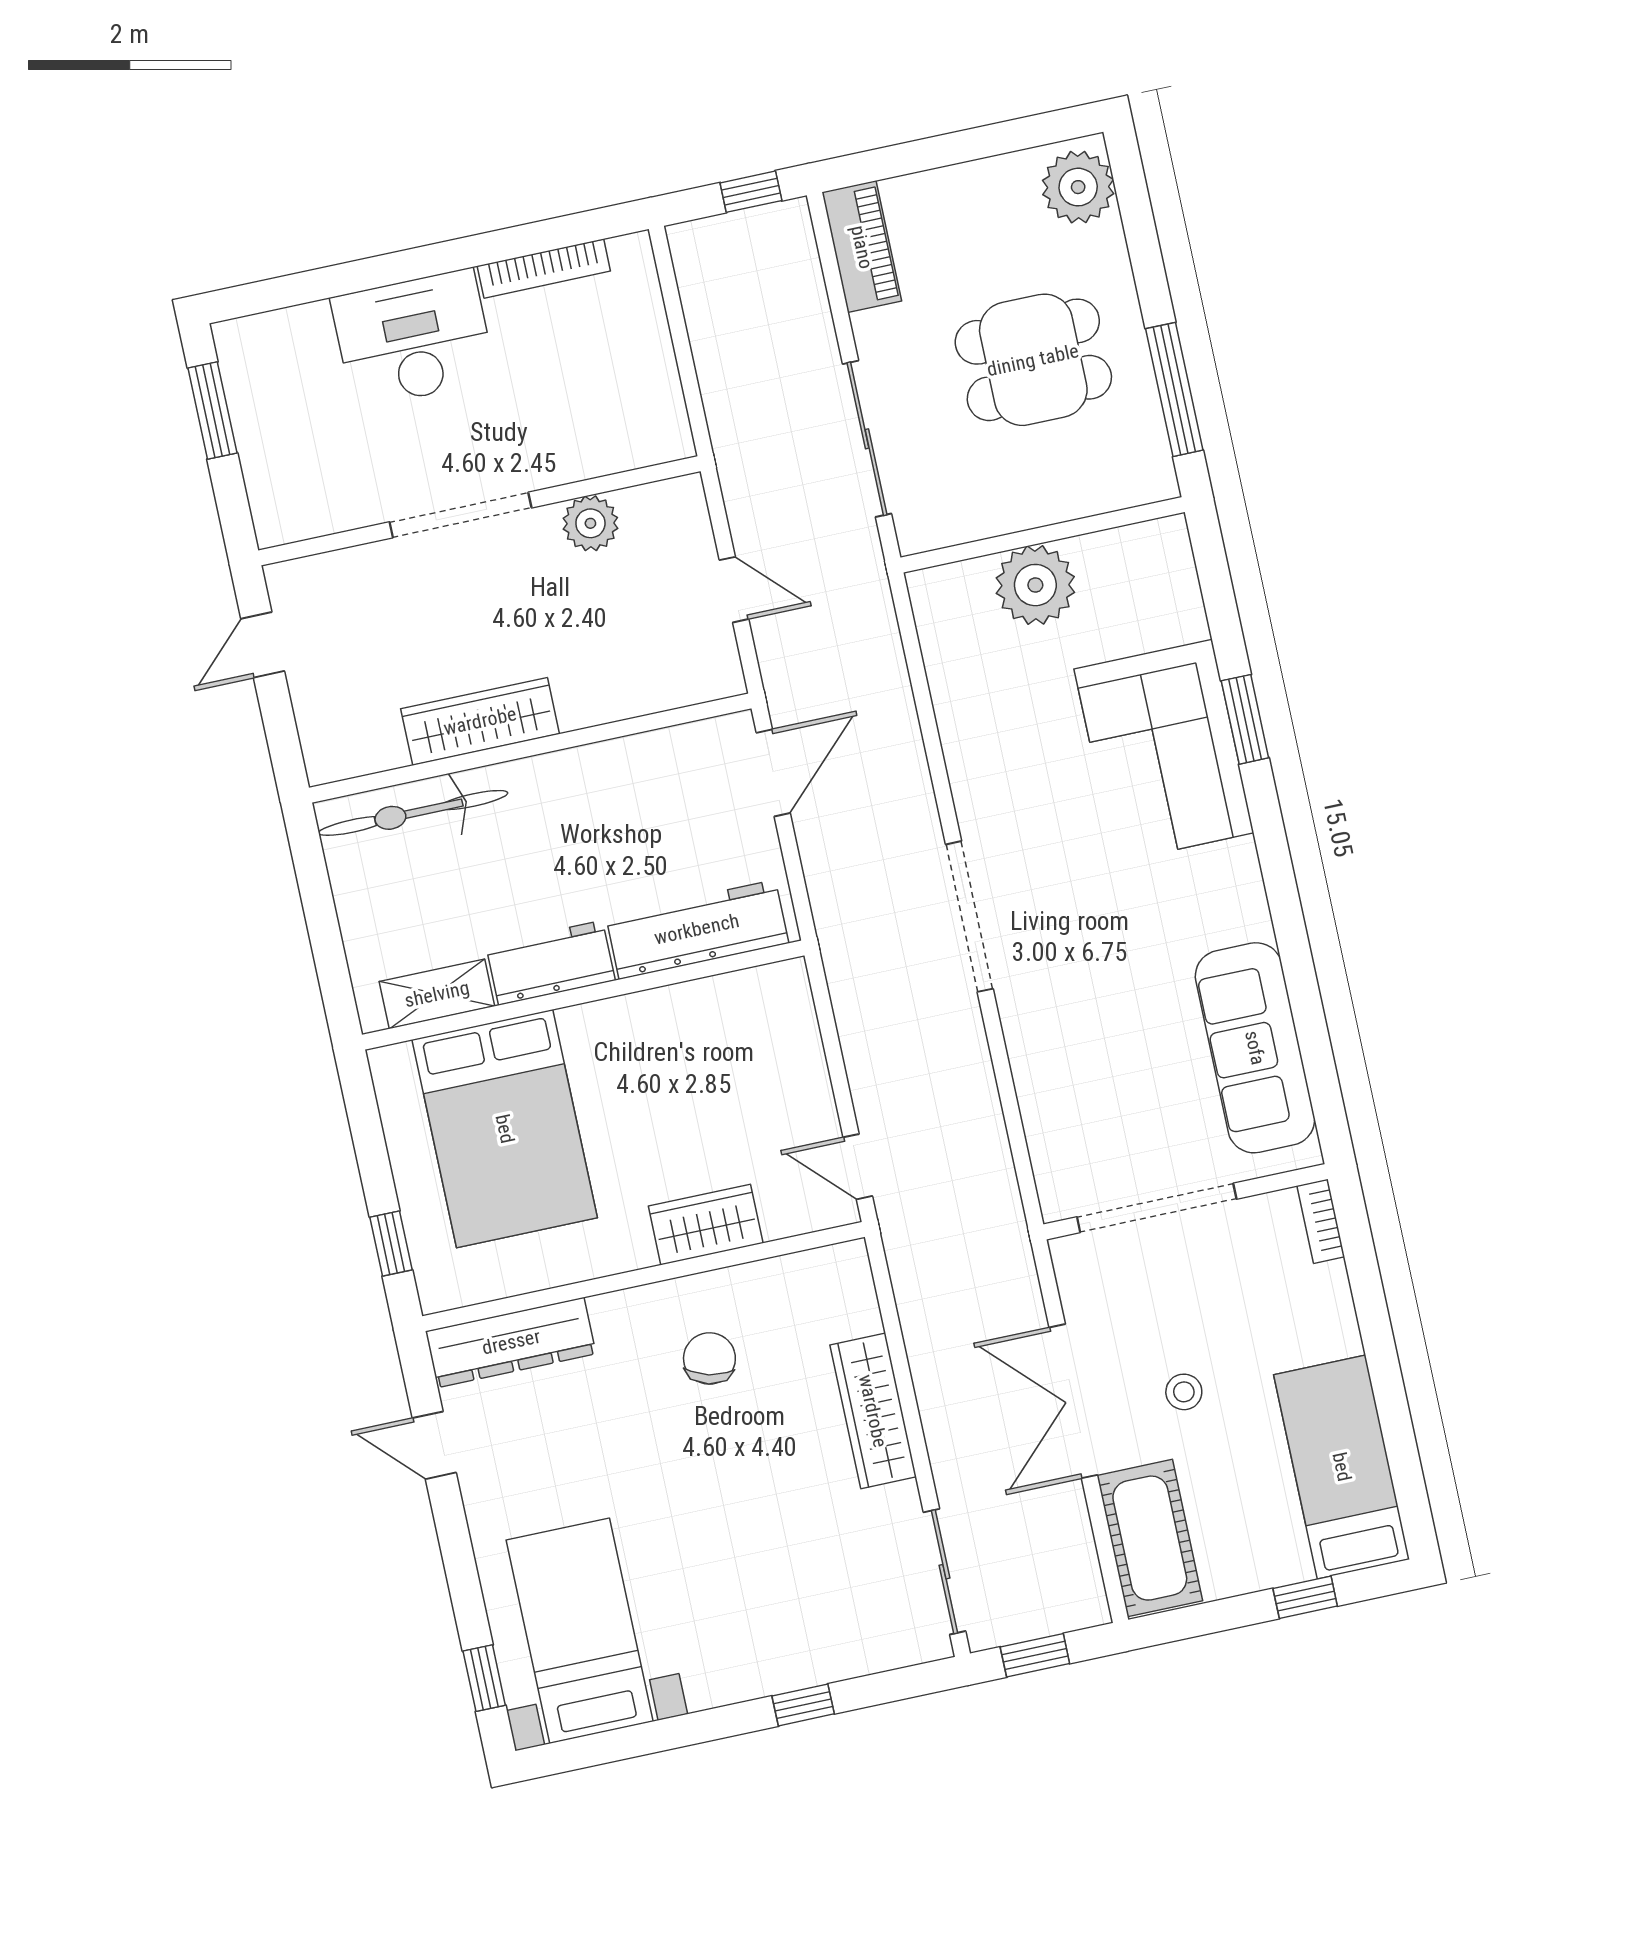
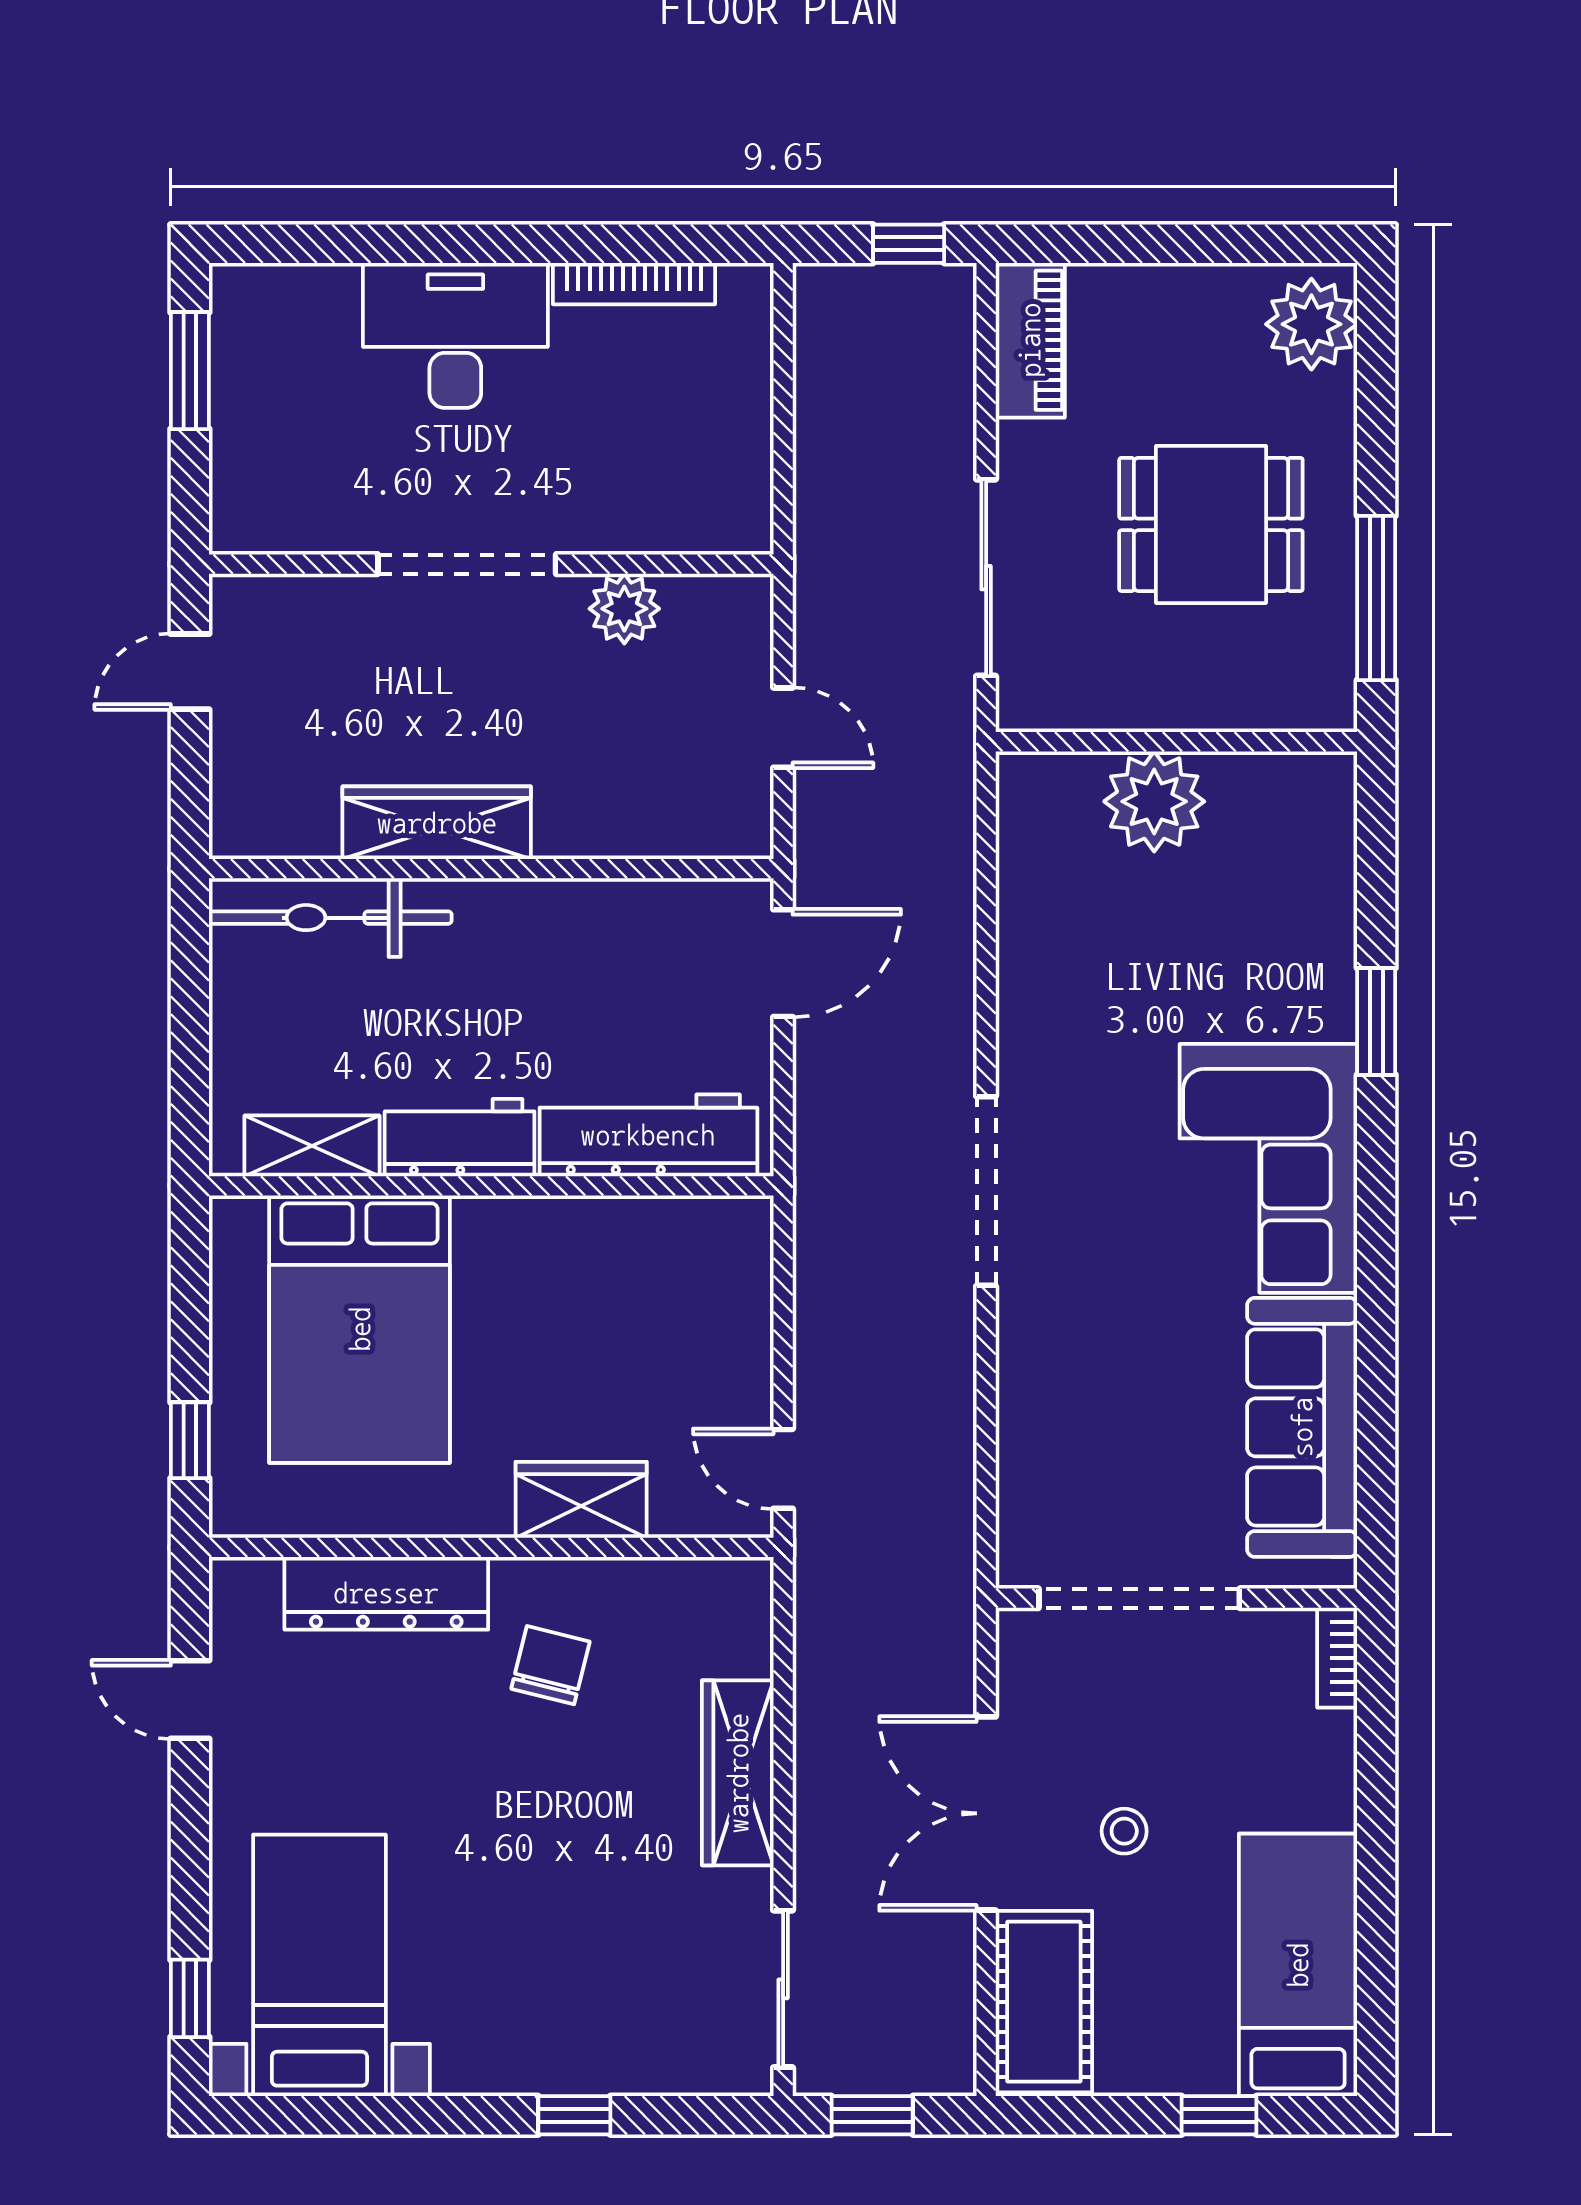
corner sofa: (1164, 751) -> (1268, 1168), moved
dresser: (511, 1342) -> (386, 1593), moved

